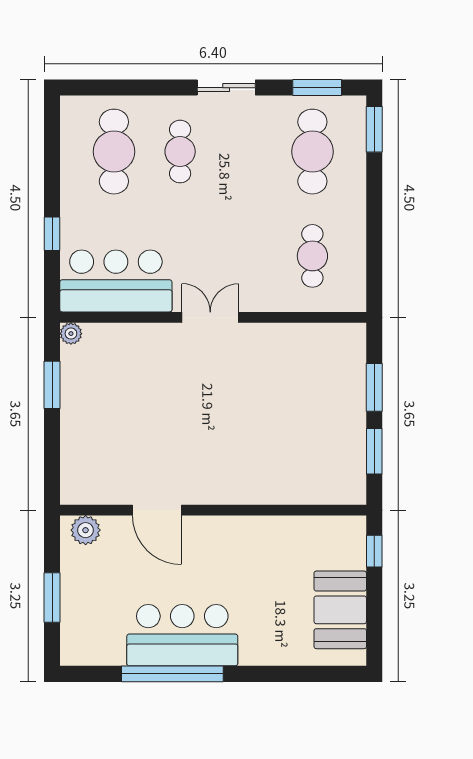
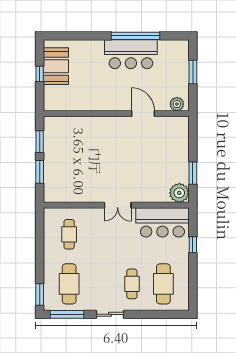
window: (317, 88) -> (67, 314), width x1.44
plant: (71, 334) -> (179, 193), width x1.87, depth x1.87
window: (374, 551) -> (40, 74), moved

